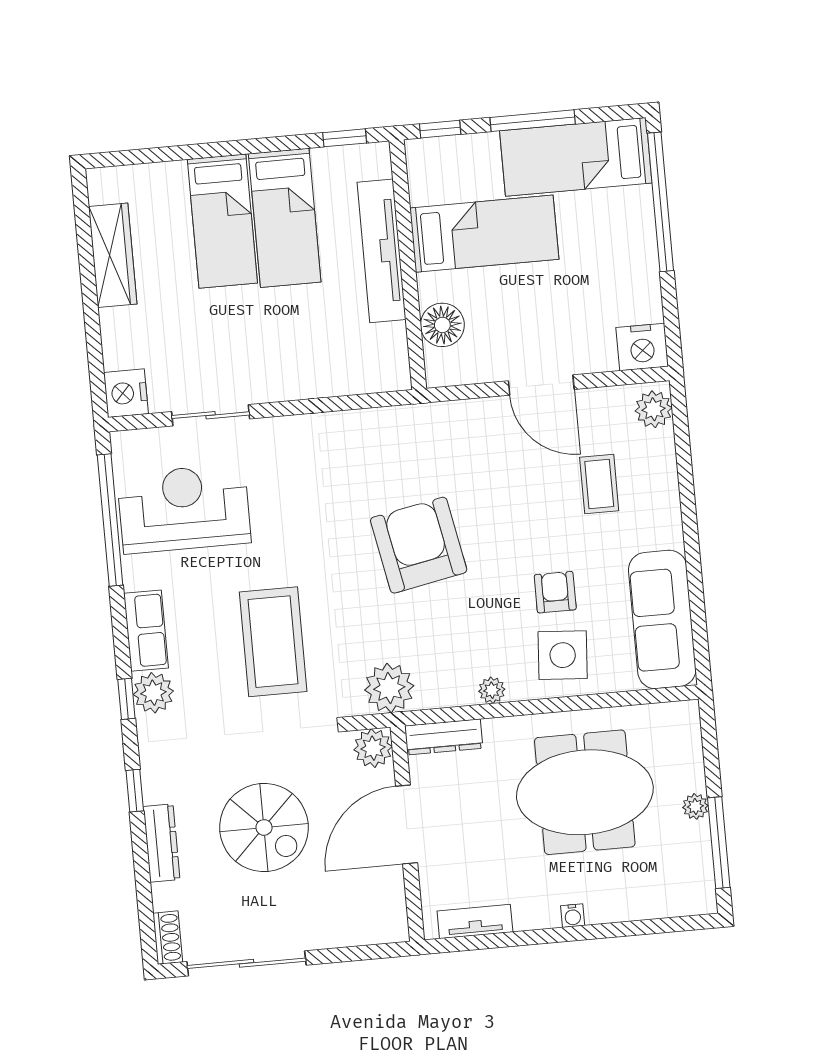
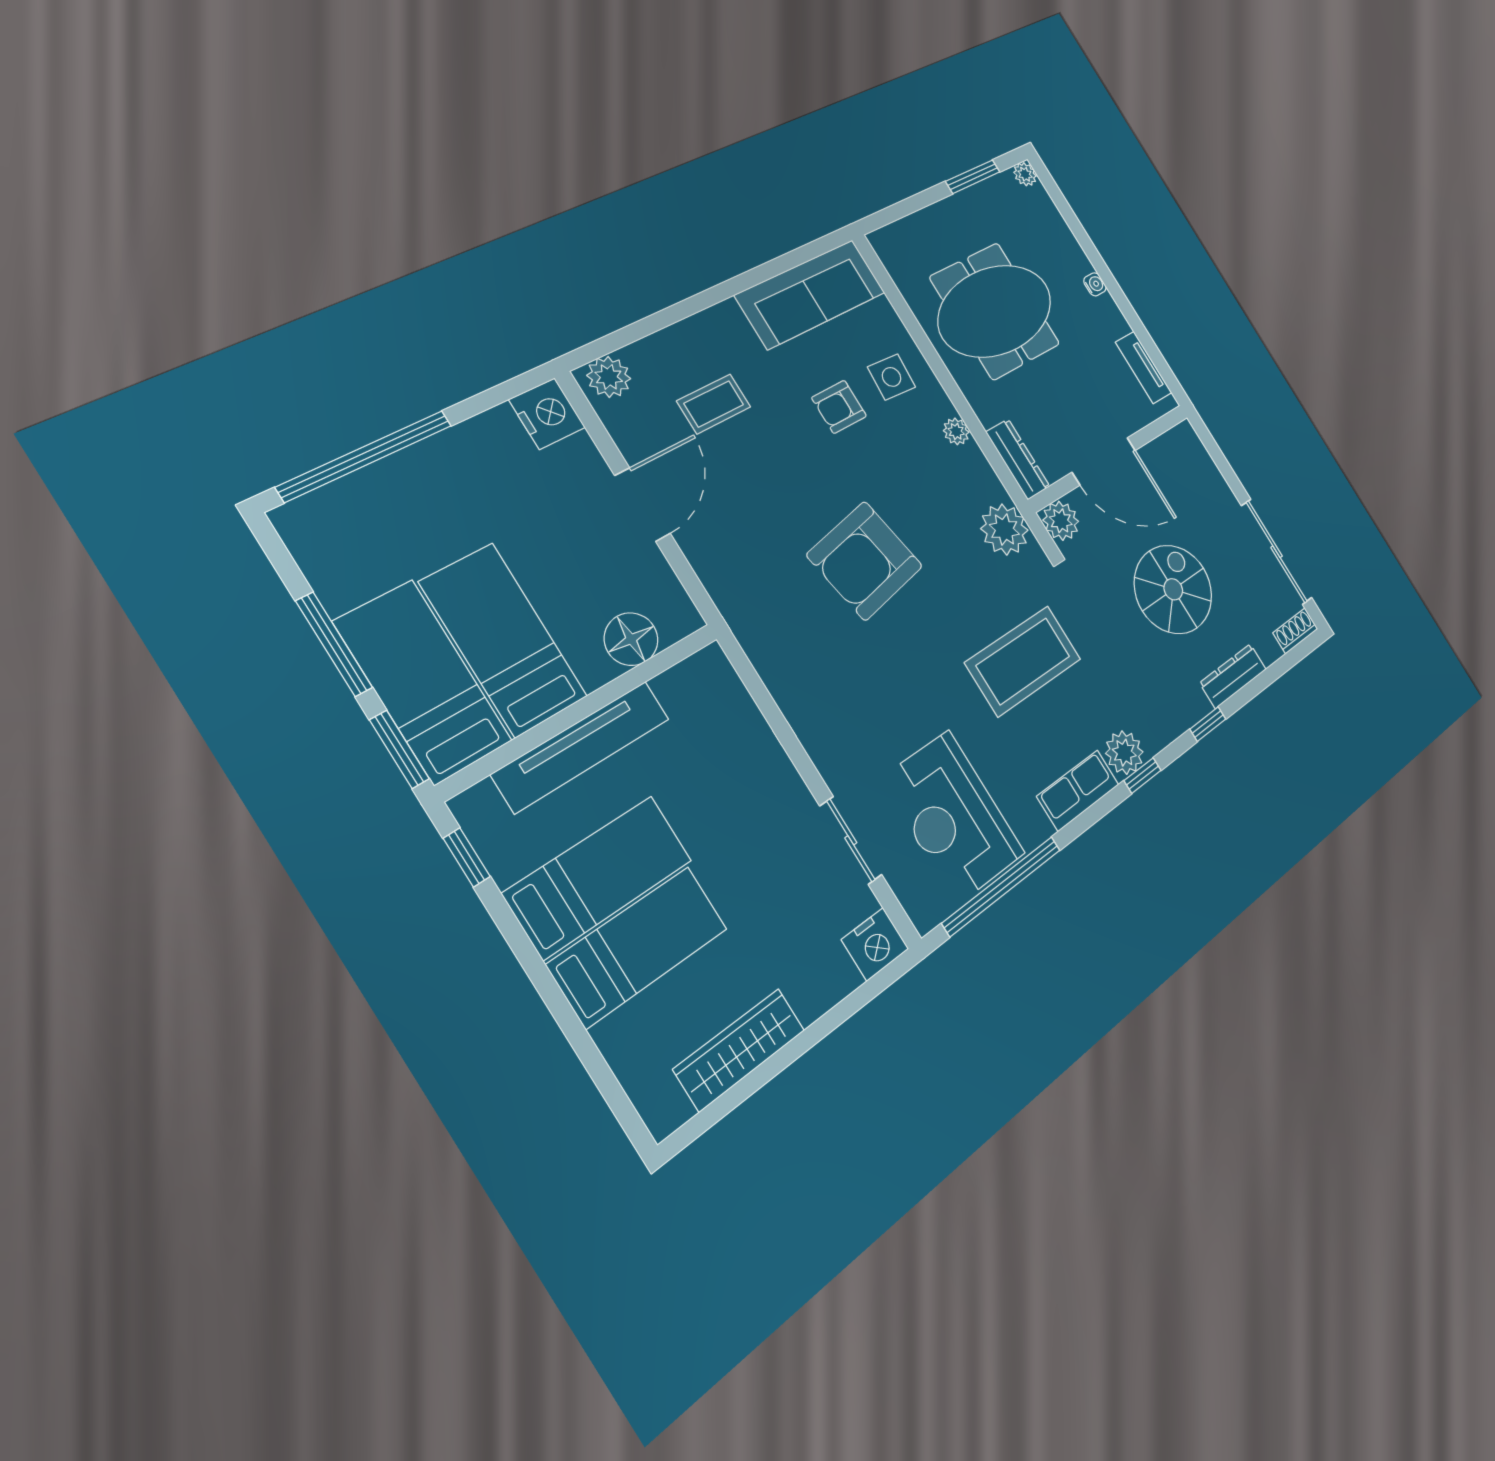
window: (440, 129) -> (399, 749), width x1.50
bed: (576, 157) -> (423, 682), moved, turned 180
side table: (563, 655) -> (892, 377), width x0.73, depth x0.73
meeting table: (585, 792) -> (995, 311), turned 90
plant: (695, 806) -> (1025, 174), moved
window: (719, 843) -> (973, 177), width x0.69

